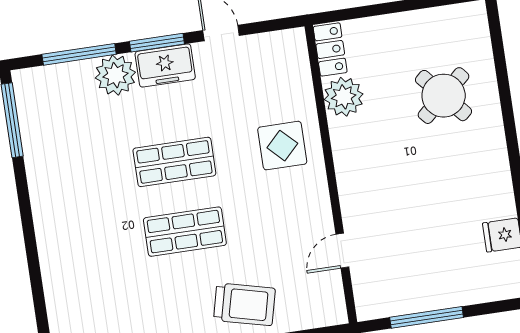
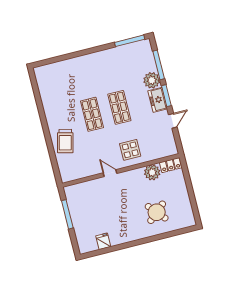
door: (342, 251) -> (110, 173), moved

